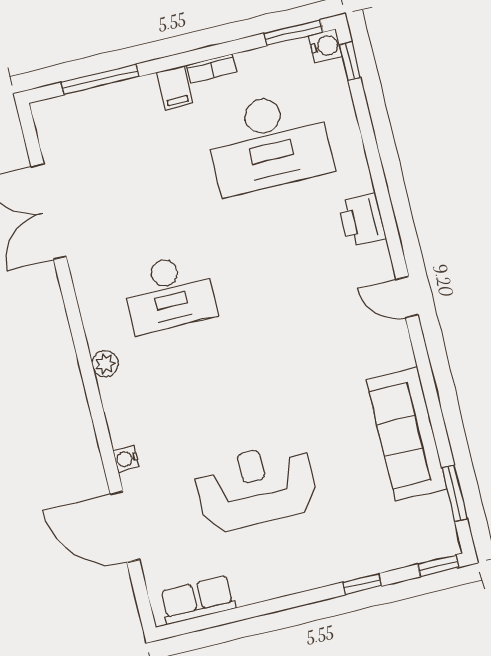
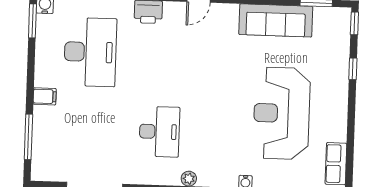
bookcase: (212, 68) -> (40, 73), removed
reception desk: (256, 487) -> (282, 113), width x1.36, depth x1.30

